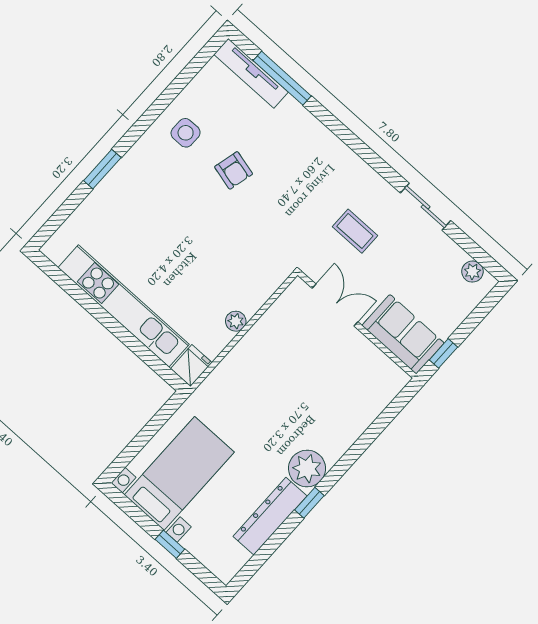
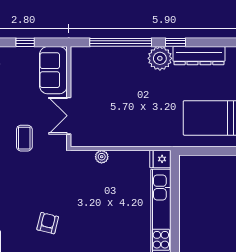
plant: (236, 321) -> (102, 157), moved
window: (443, 353) -> (25, 42), moved
window: (366, 440) -> (121, 42), added

